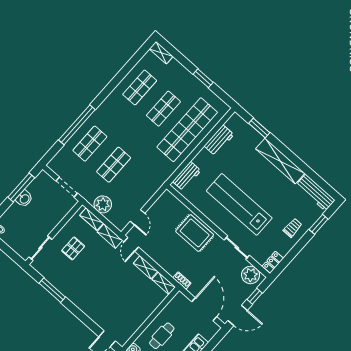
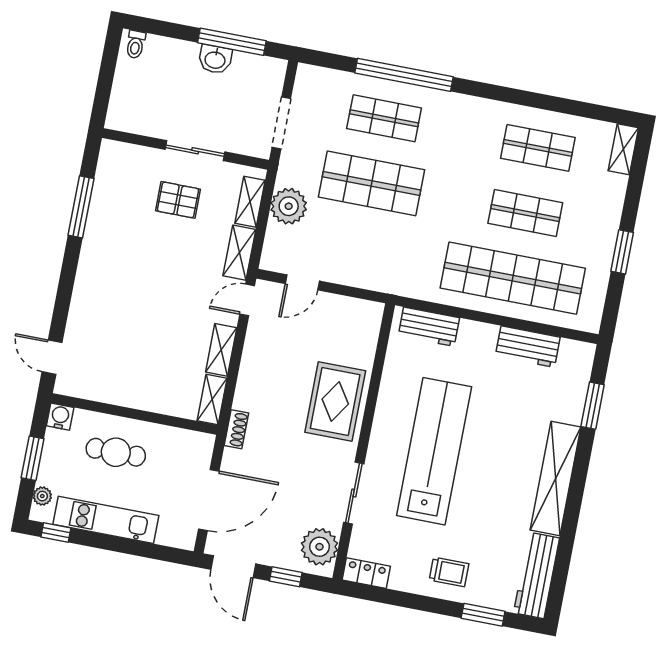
shop shelf: (114, 165) -> (371, 183), width x1.43, depth x1.36
sliding door: (40, 248) -> (195, 151), moved

